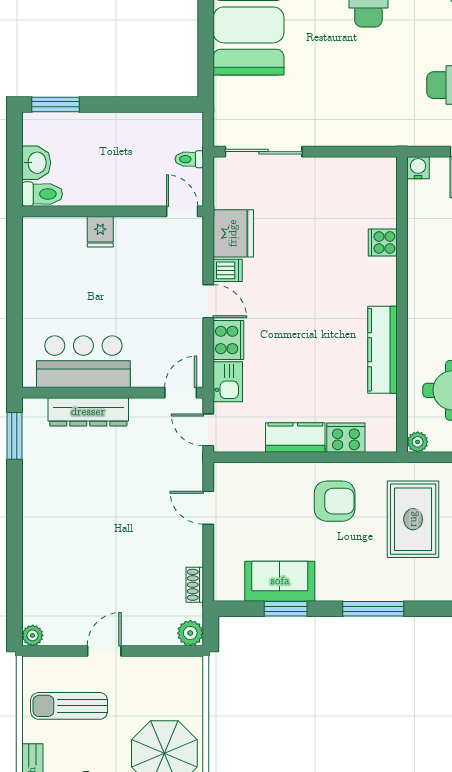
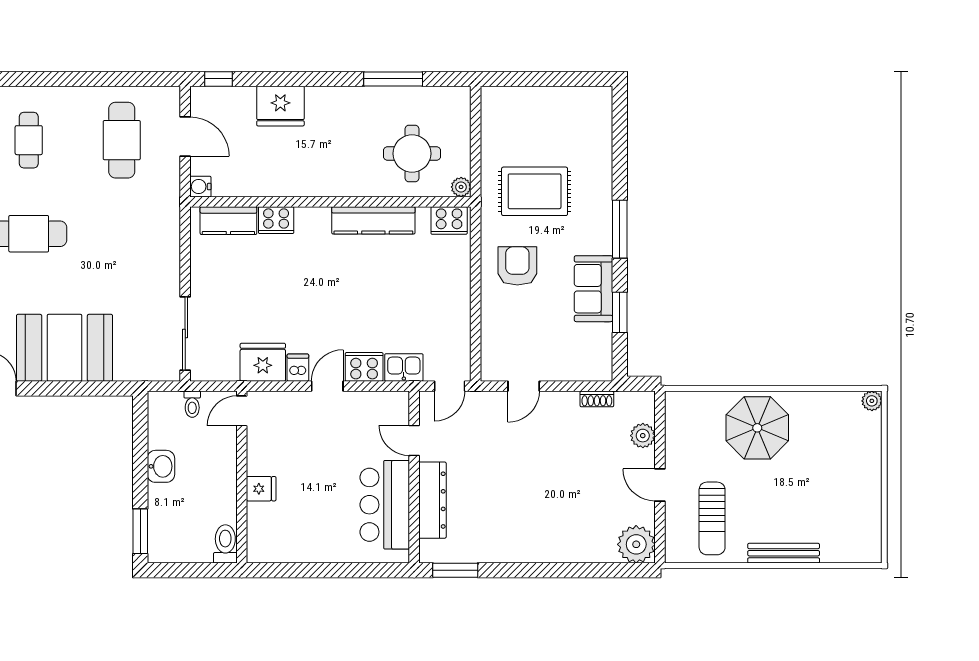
washbasin: (36, 163) -> (161, 466), moved, turned 90
cooker: (383, 242) -> (276, 220), width x1.36
door: (181, 393) -> (414, 440), moved
kitchen counter: (295, 437) -> (228, 221), moved, turned -90
cooker: (346, 438) -> (449, 220), moved, turned -90
sofa: (280, 581) -> (593, 289), moved
plant: (190, 633) -> (643, 436), moved
plant: (33, 635) -> (636, 544), width x1.87, depth x1.87

